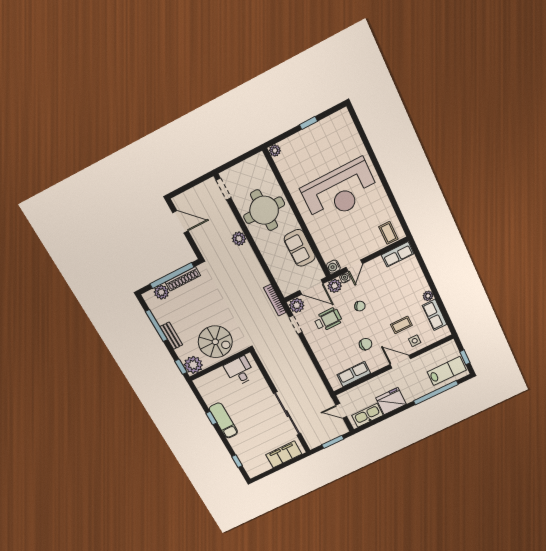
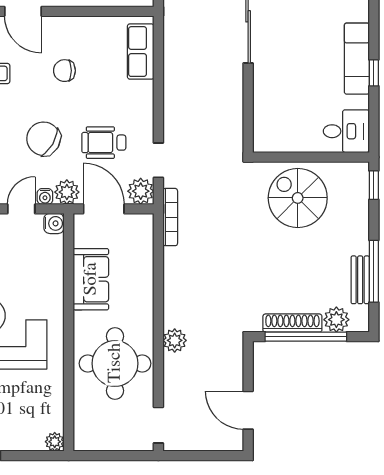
chair: (360, 306) -> (44, 139), width x1.87, depth x1.87
bench: (171, 336) -> (360, 280), moved
plant: (193, 365) -> (353, 178), removed
desk: (240, 371) -> (346, 131), moved, turned -90
row of seats: (354, 374) -> (141, 52), moved, turned 90

